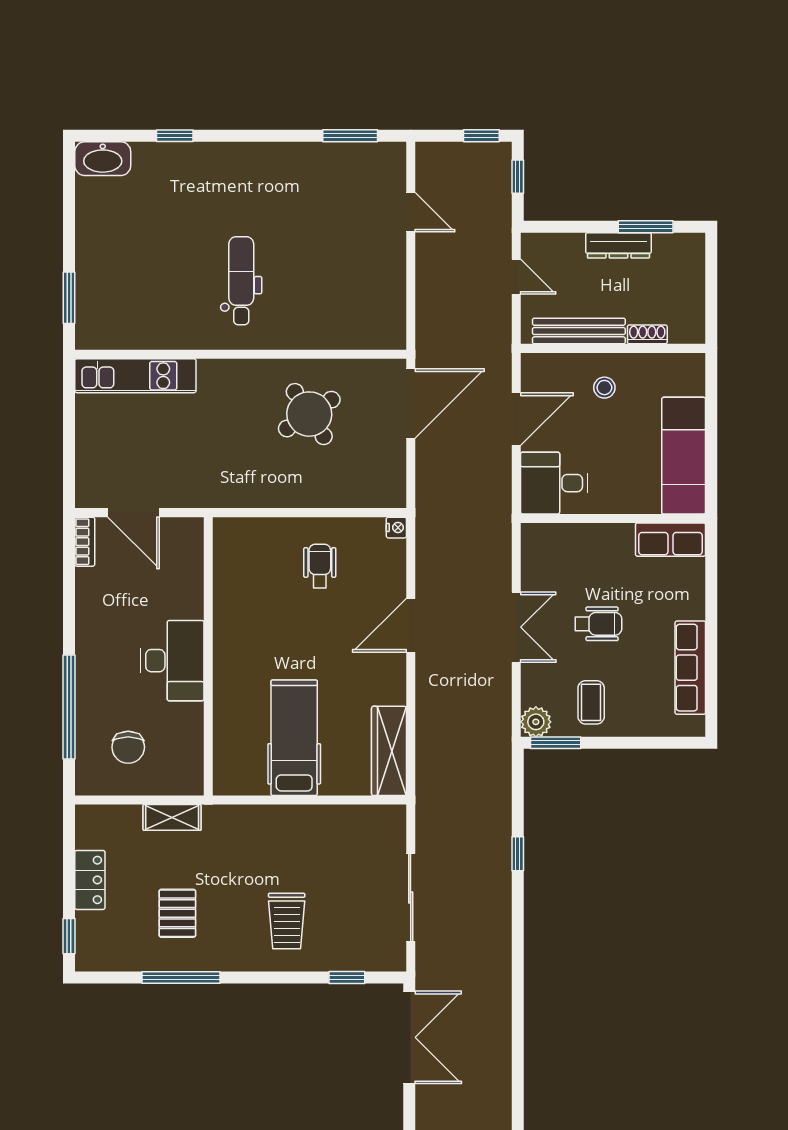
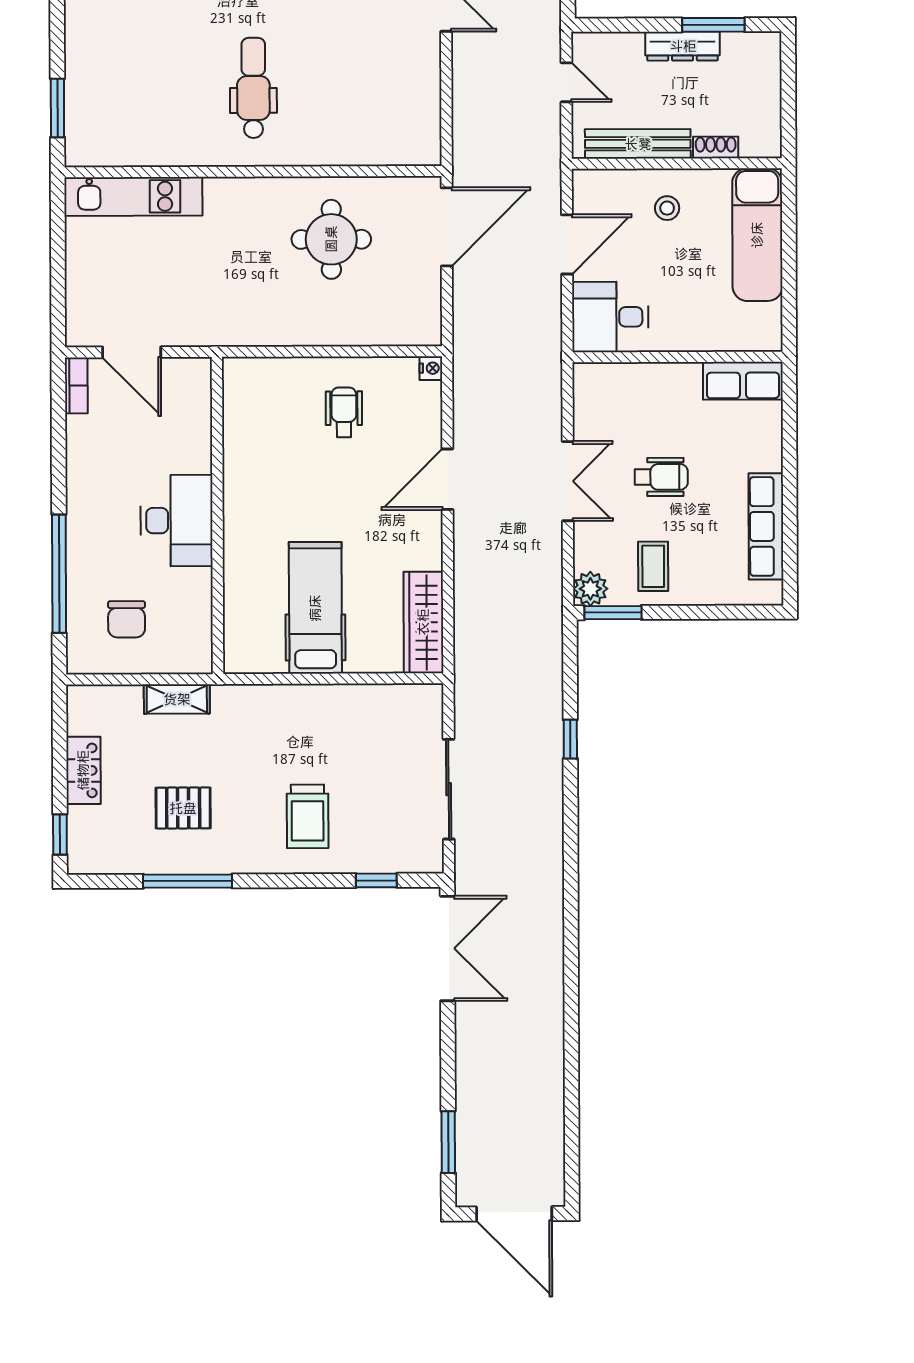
round table: (309, 414) -> (331, 239), turned 33
exam couch: (684, 456) -> (757, 235), moved
pallet: (177, 913) -> (183, 808), turned 90

